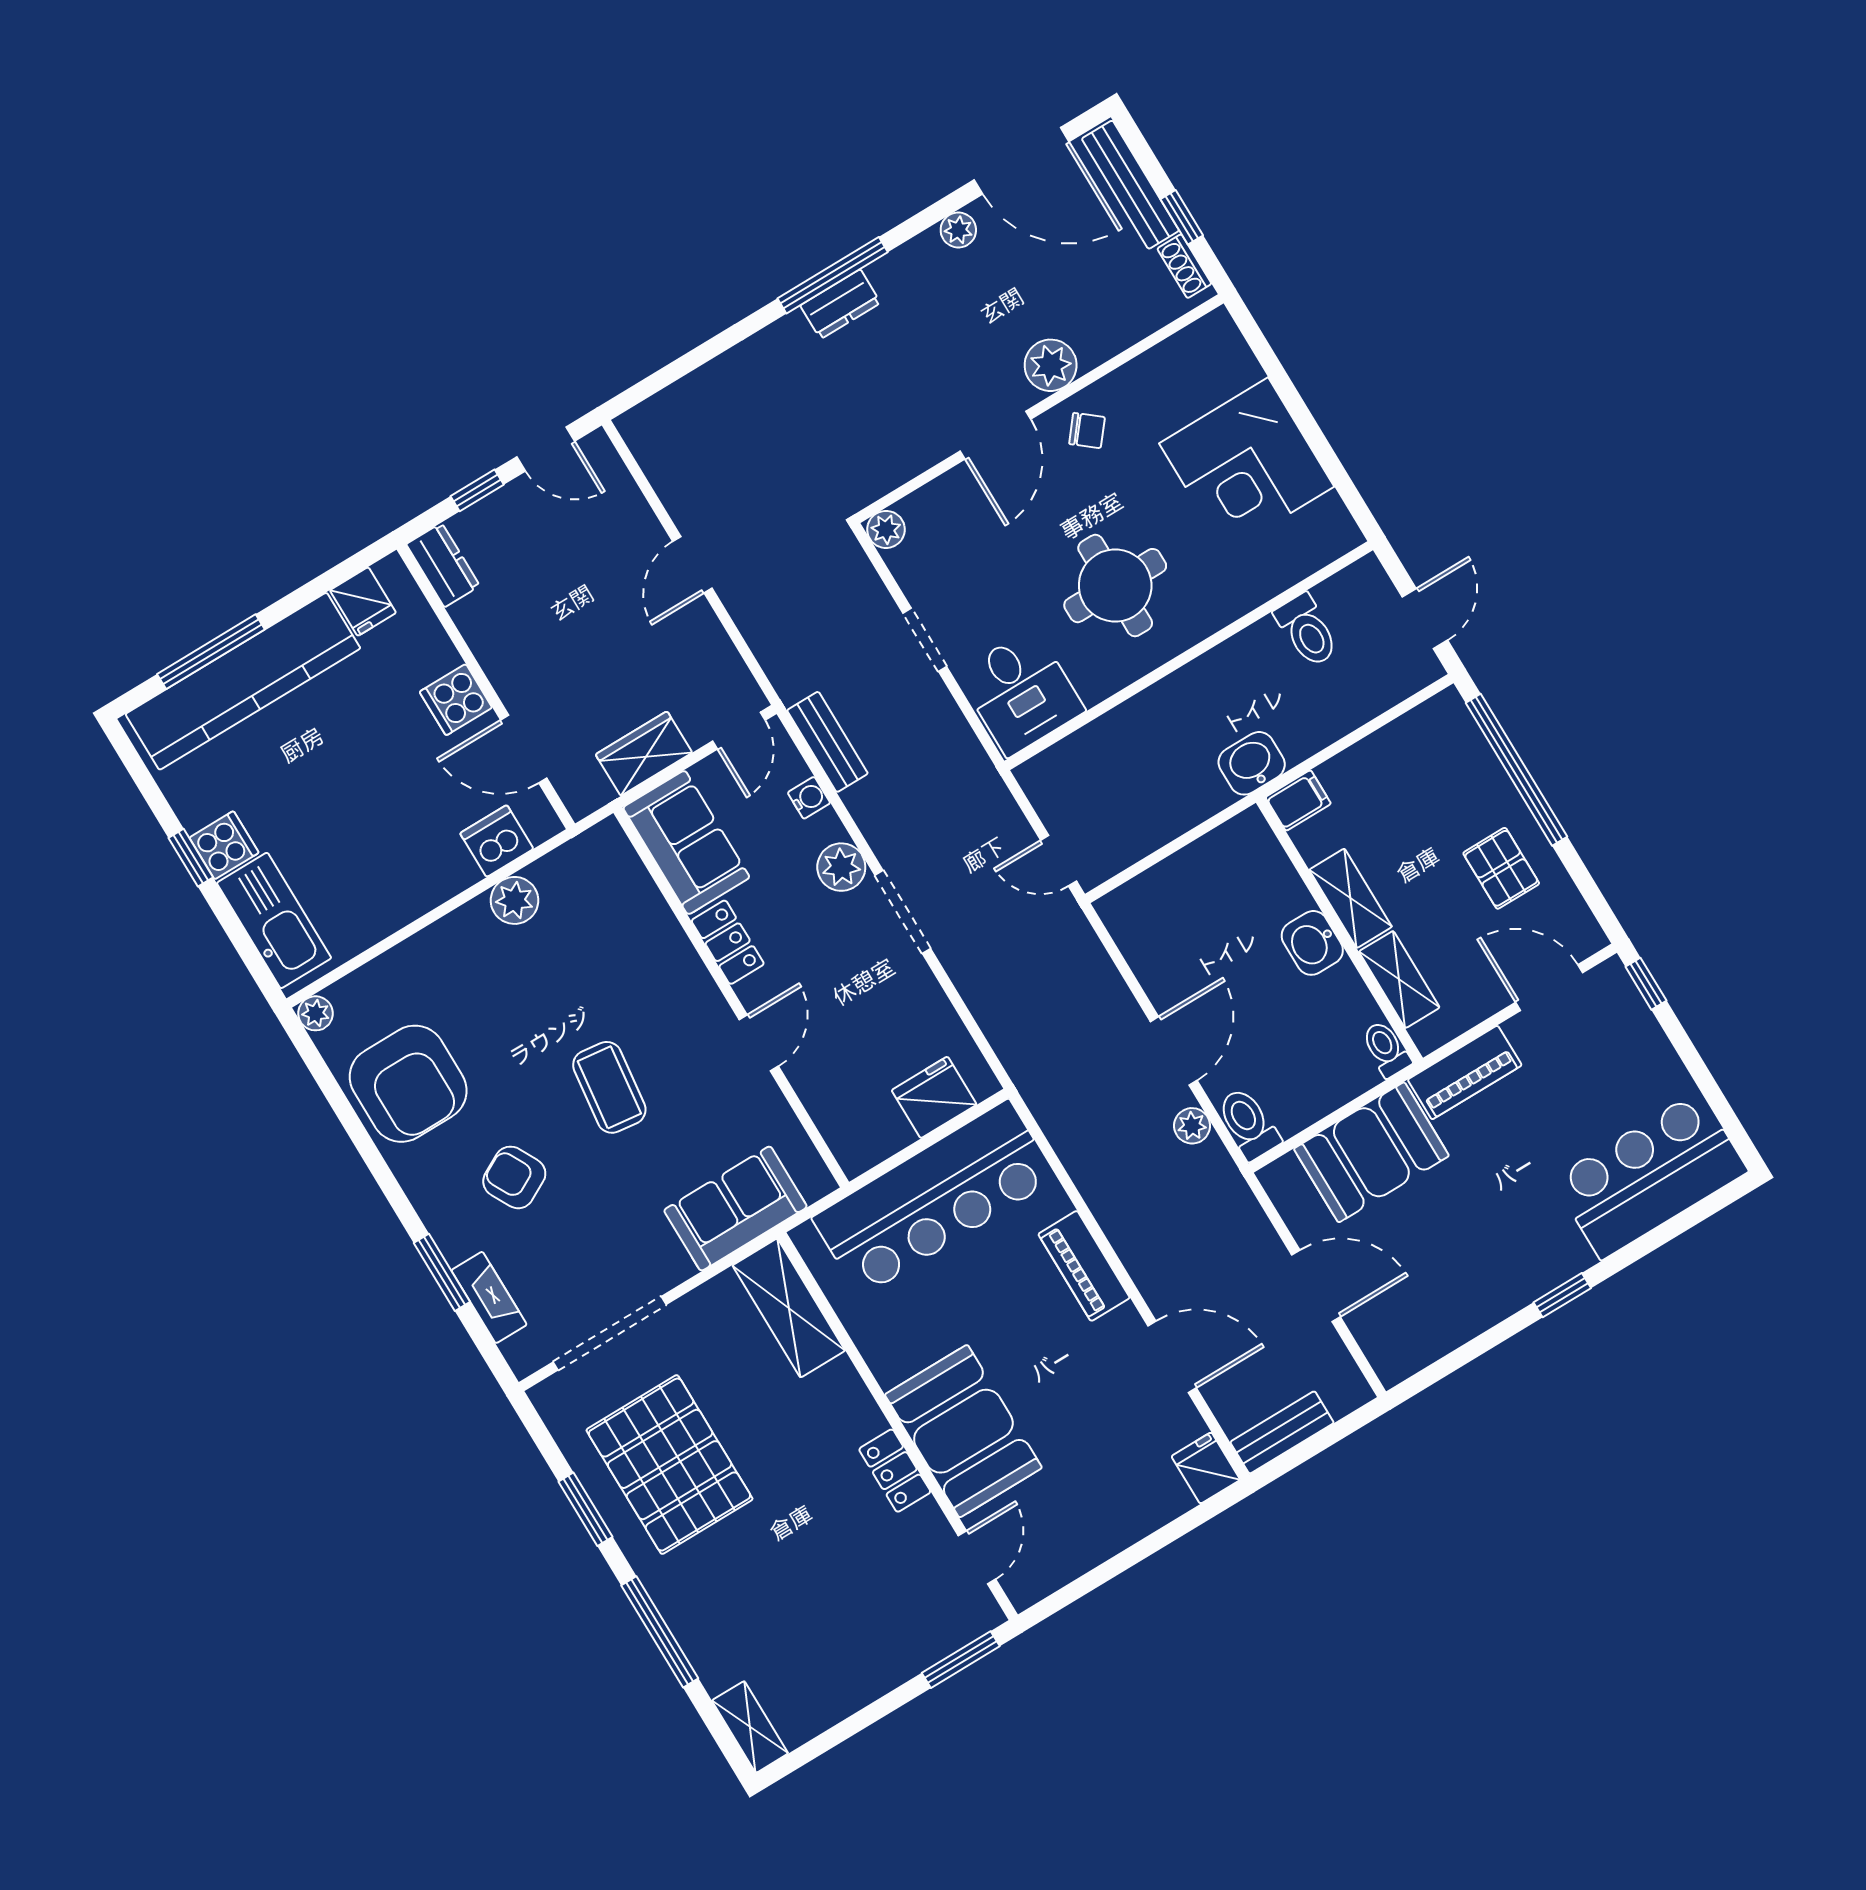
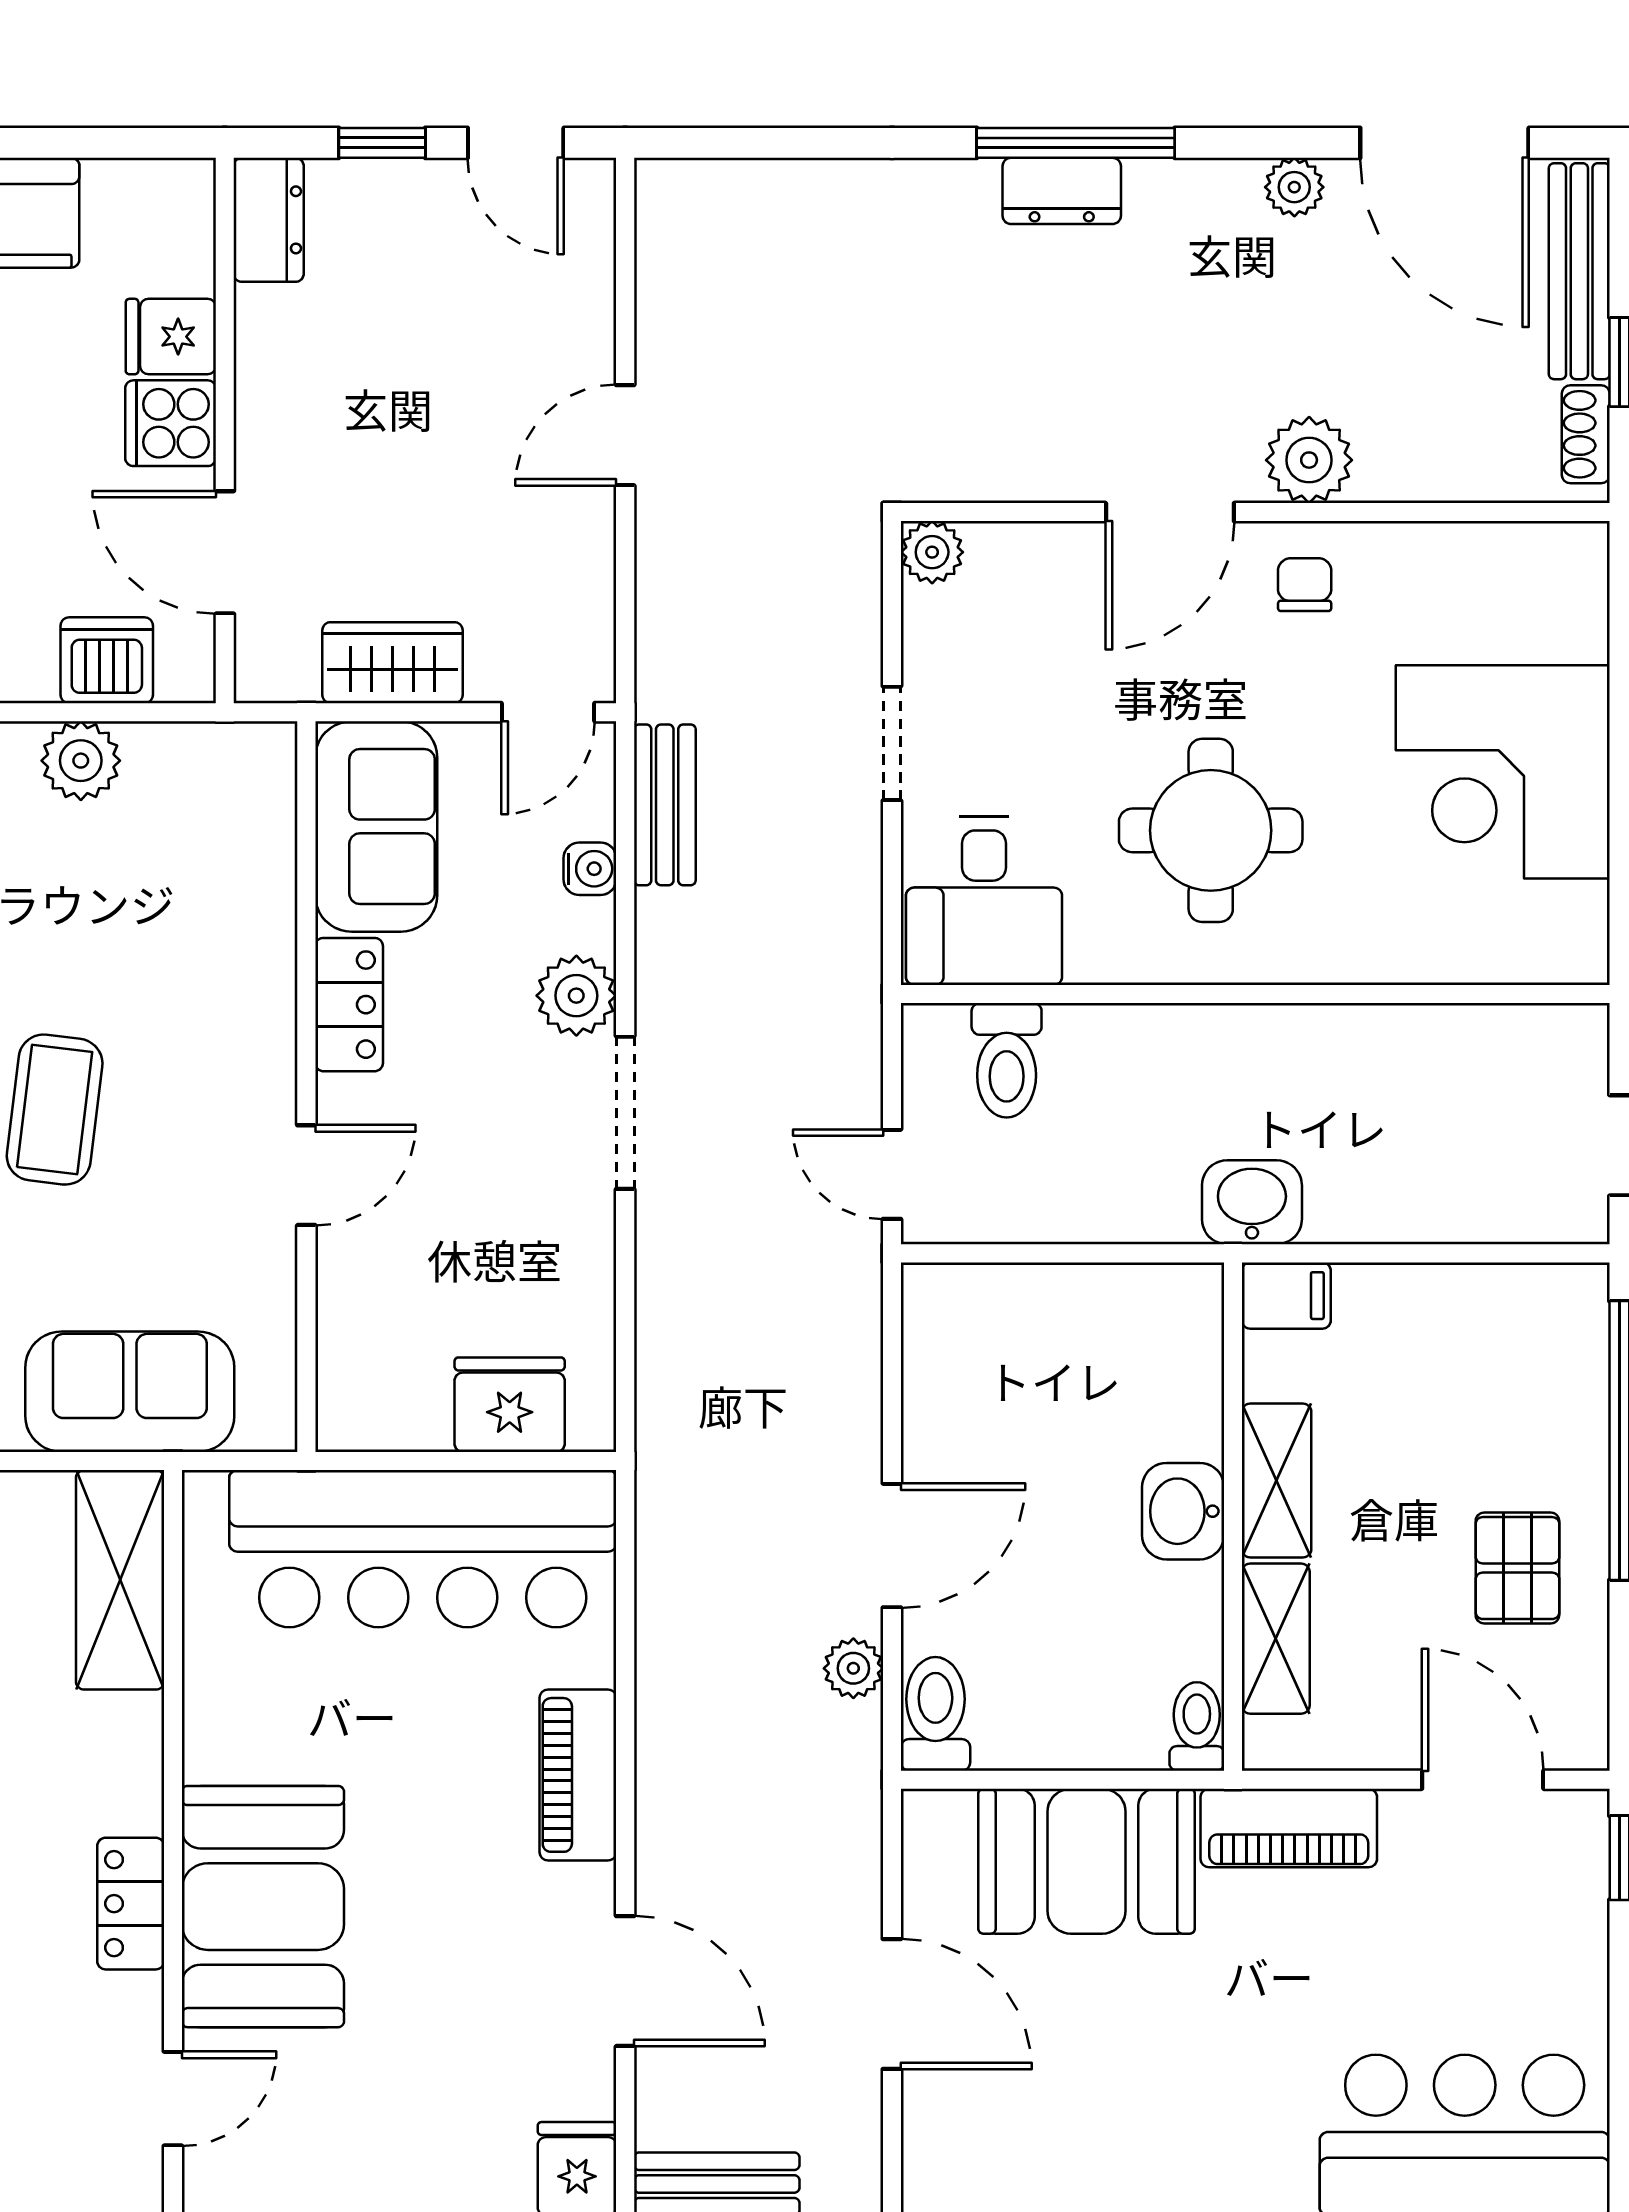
chair: (1087, 430) -> (1305, 585), turned -129
fridge: (363, 602) -> (171, 337), moved, turned 90
toilet: (1307, 630) -> (1007, 1060), moved

